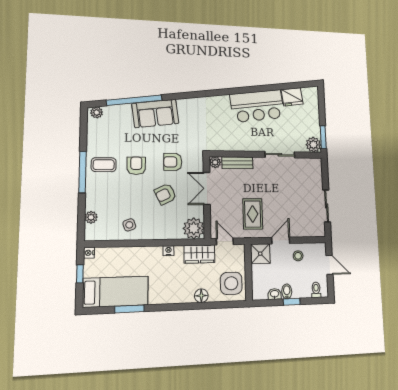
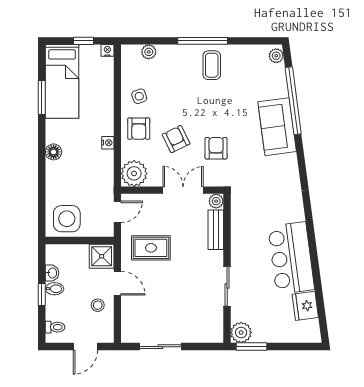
armchair: (136, 166) -> (139, 129), moved, turned 90
wardrobe: (199, 254) -> (103, 180), removed
floor lamp: (201, 296) -> (54, 152), moved

